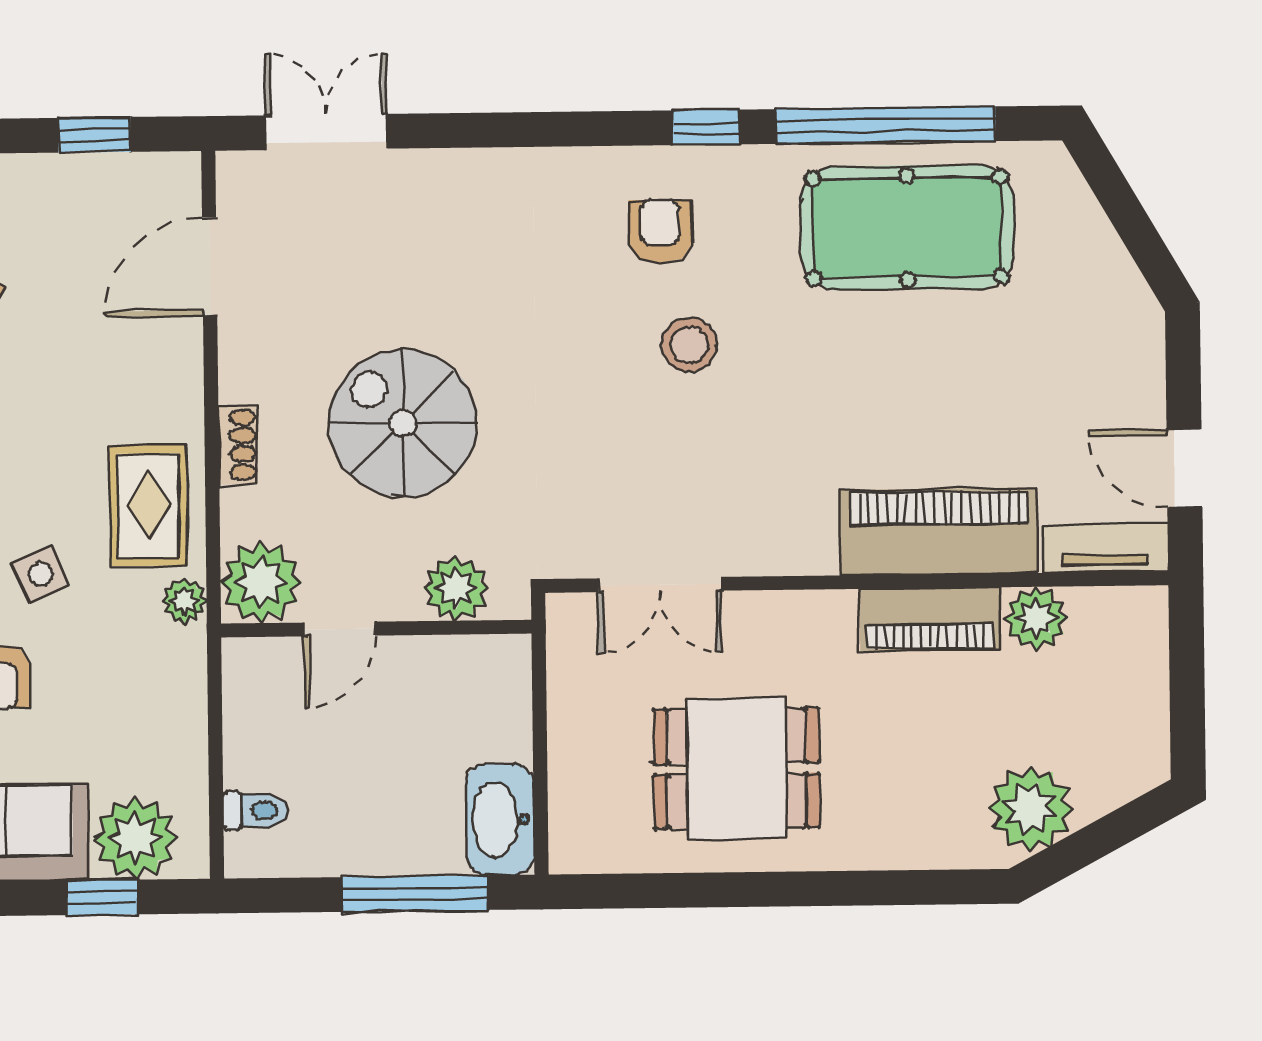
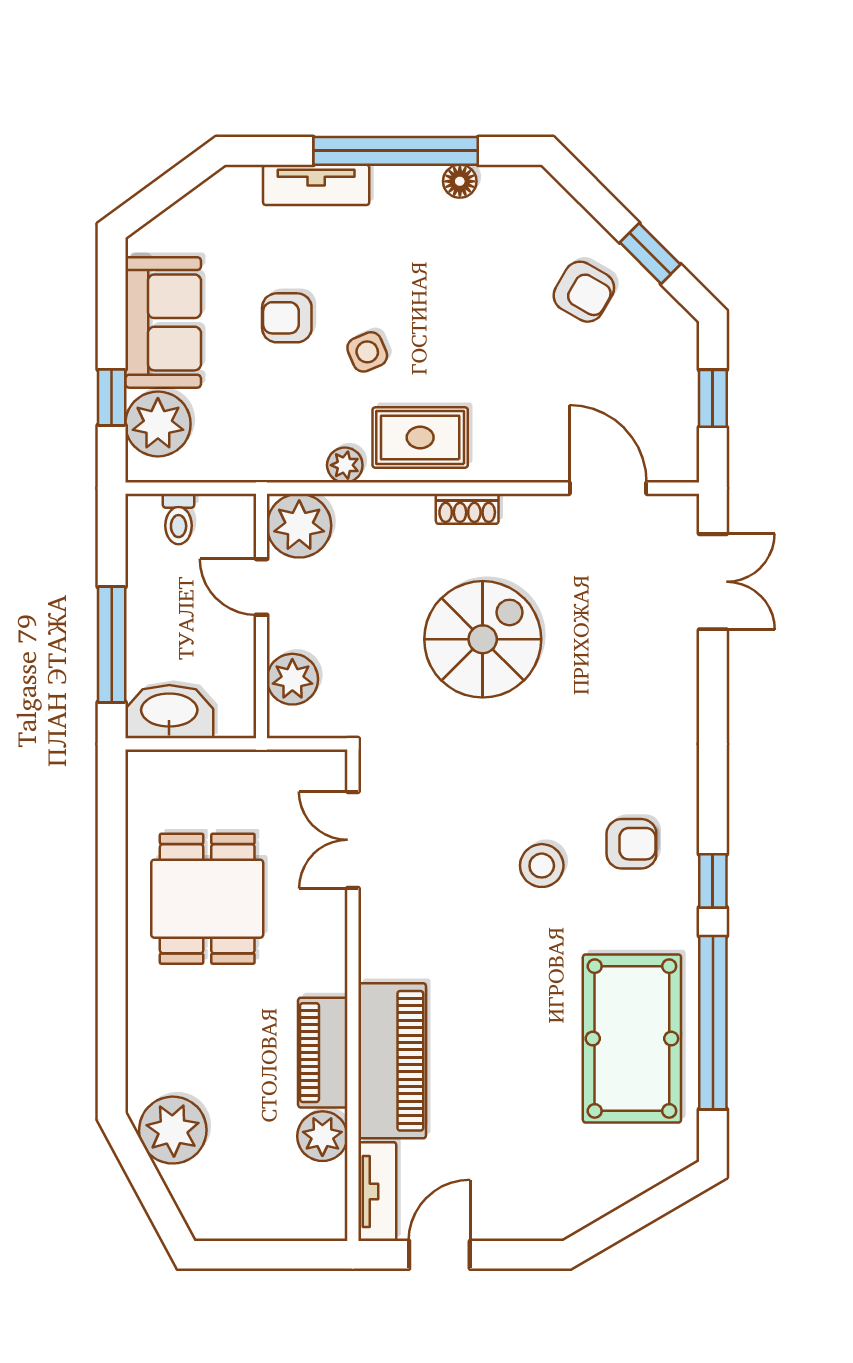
plant: (261, 582) -> (299, 526), moved
plant: (456, 588) -> (292, 679), moved
door: (339, 629) -> (262, 587), moved
wall: (376, 629) -> (262, 616), moved

